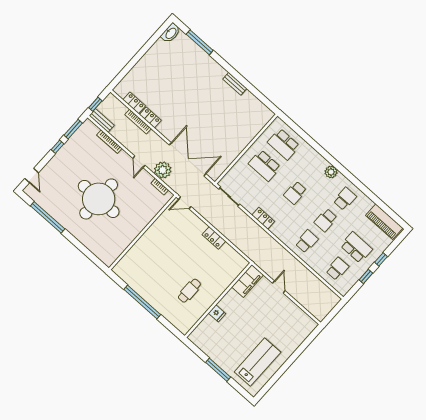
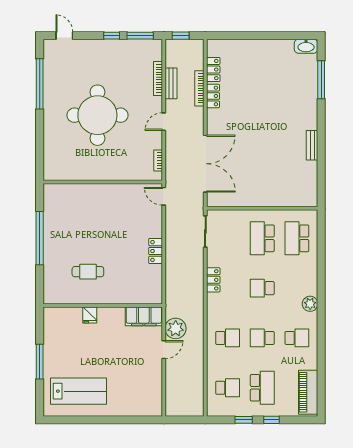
bench: (102, 121) -> (171, 83), moved
plant: (163, 170) -> (176, 328), moved
door: (32, 176) -> (64, 36), swing flipped

